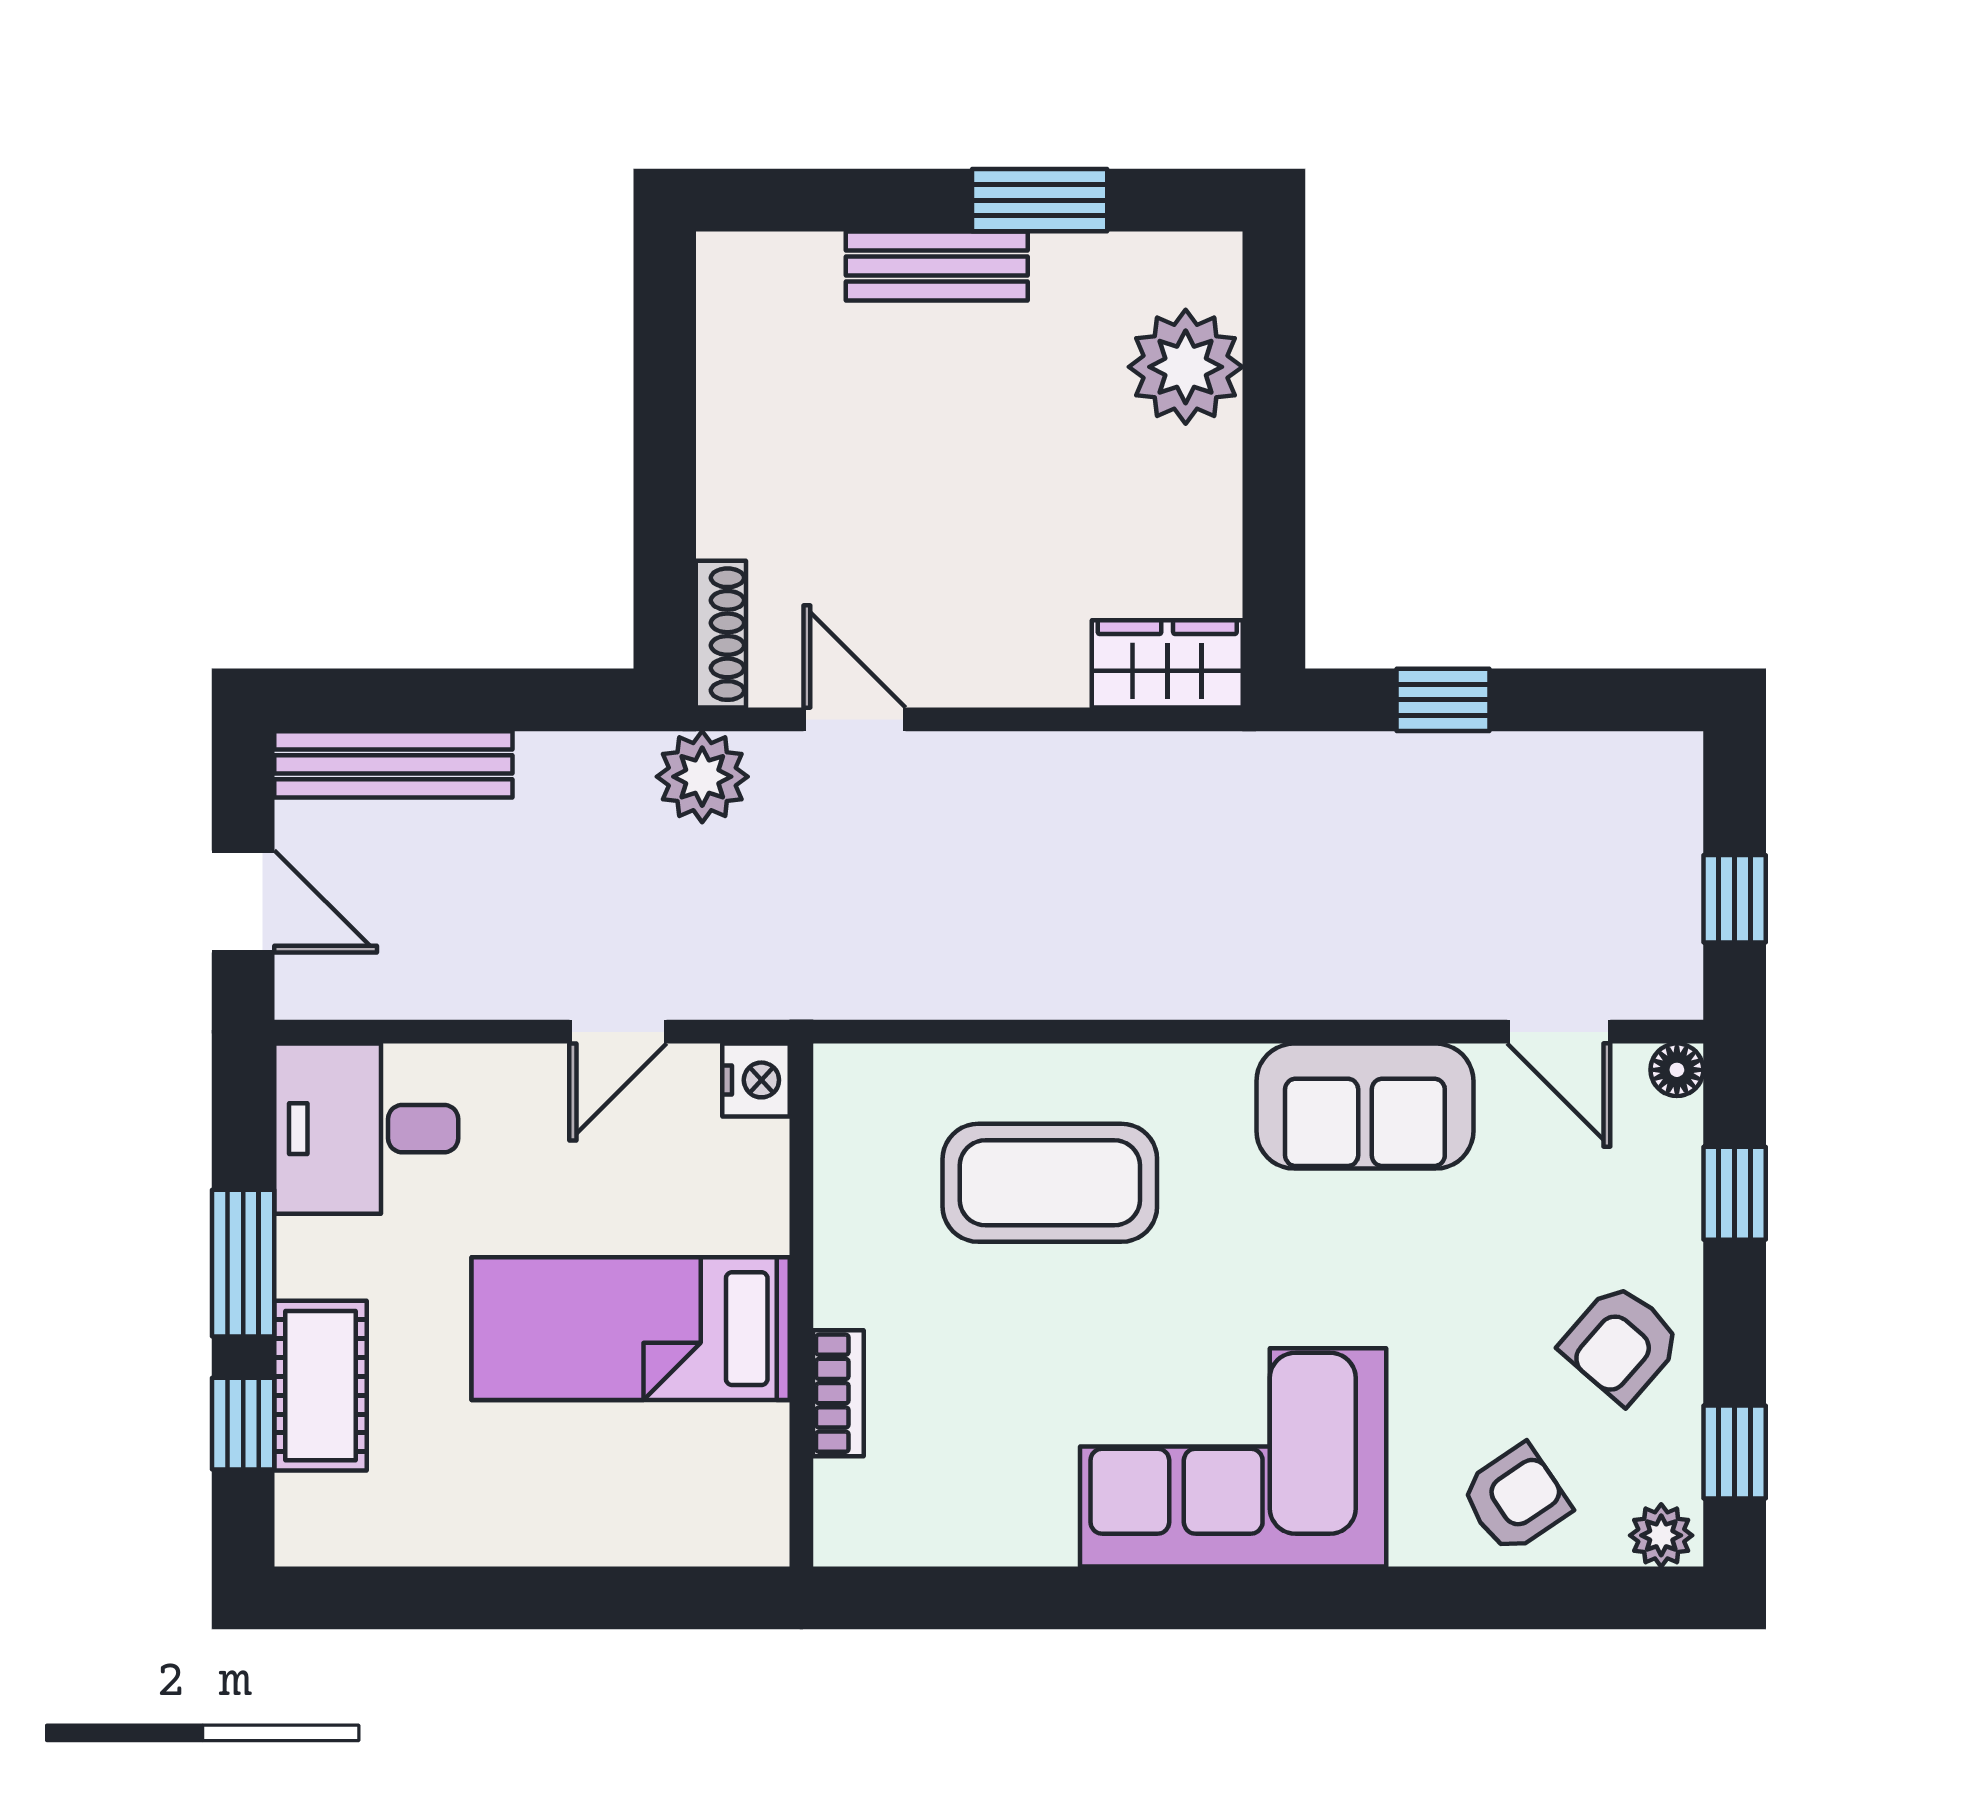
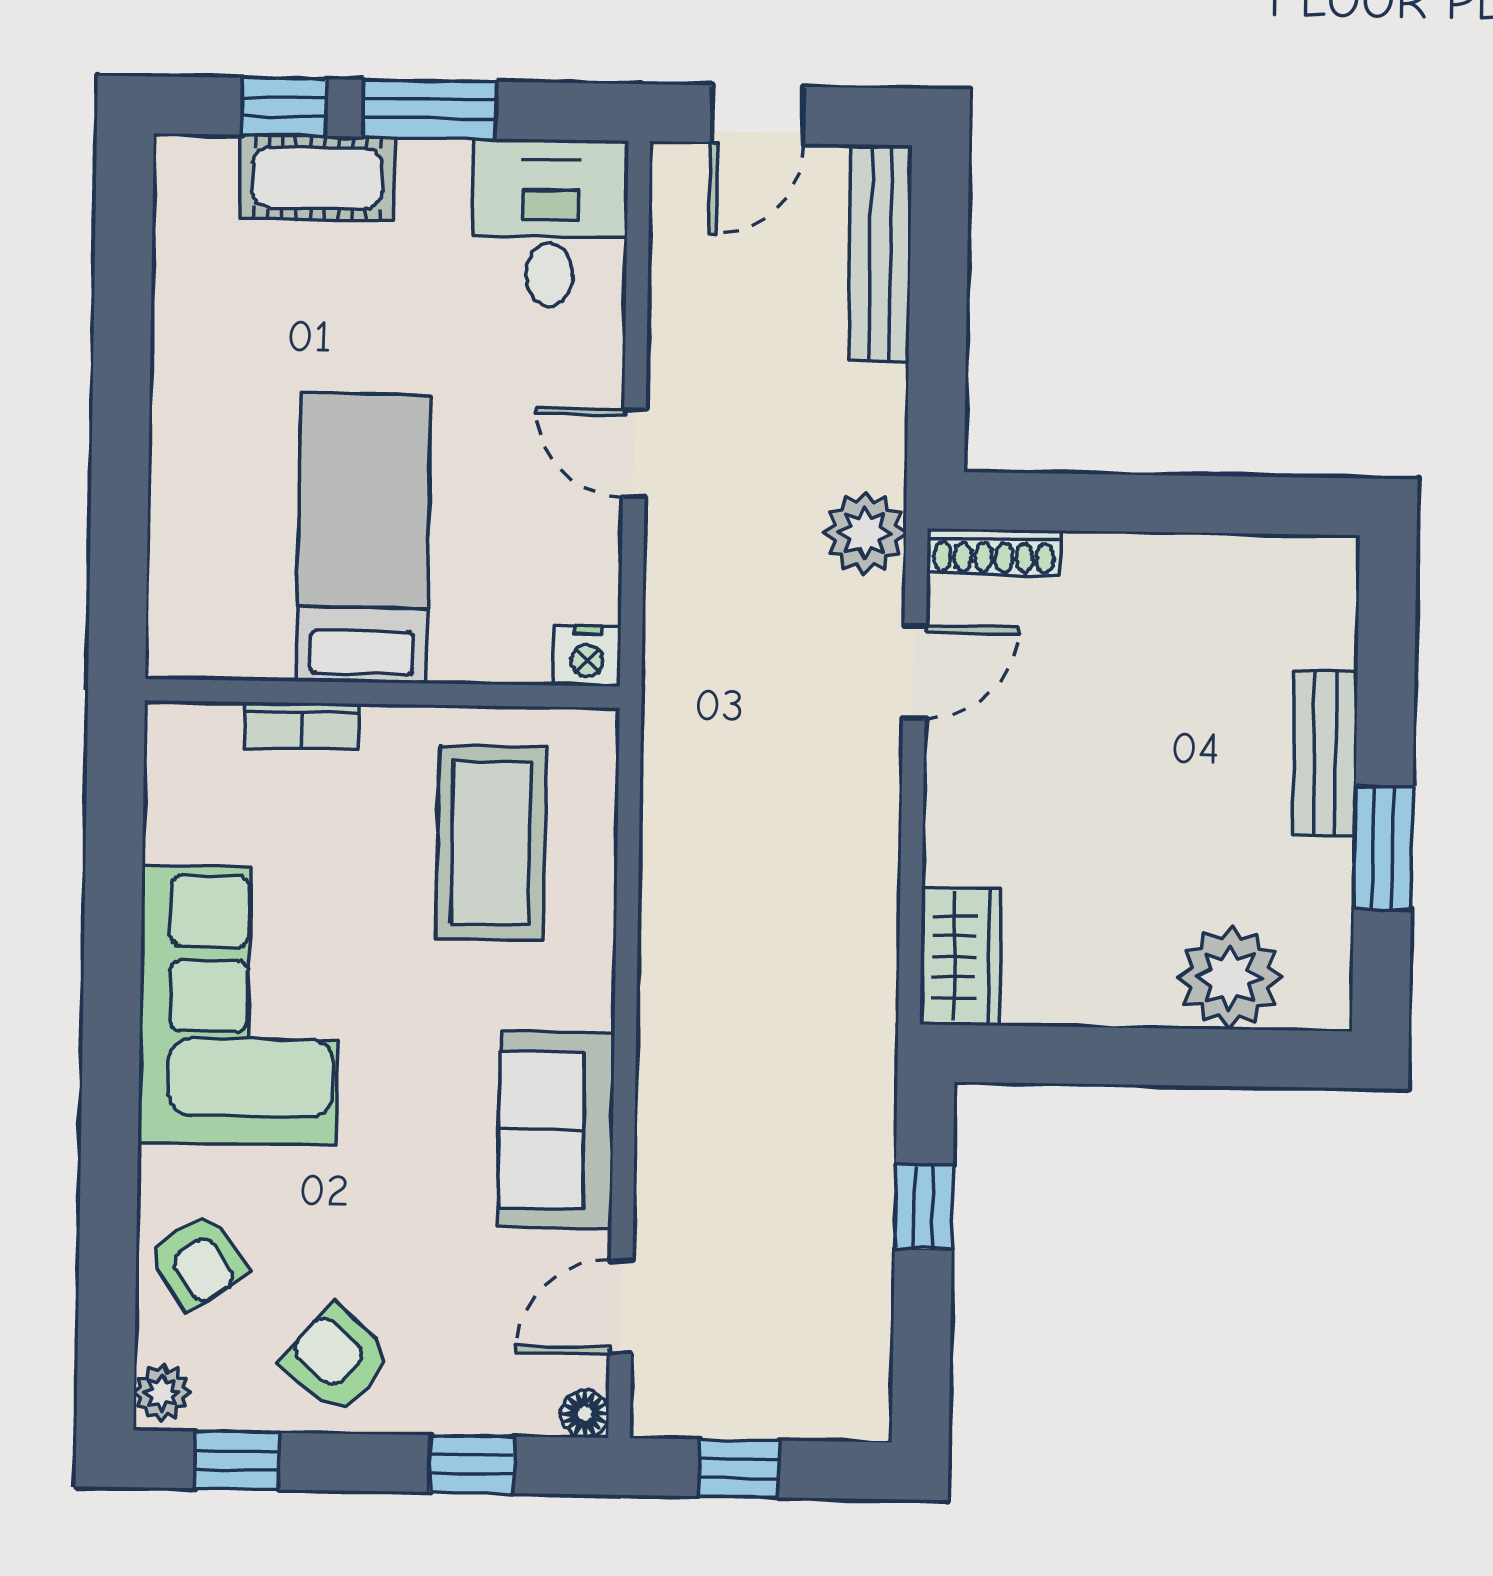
nightstand: (756, 1080) -> (587, 656), moved
wall: (801, 1305) -> (382, 694), moved
bed: (631, 1329) -> (363, 538), moved
bookcase: (838, 1393) -> (302, 726), moved

